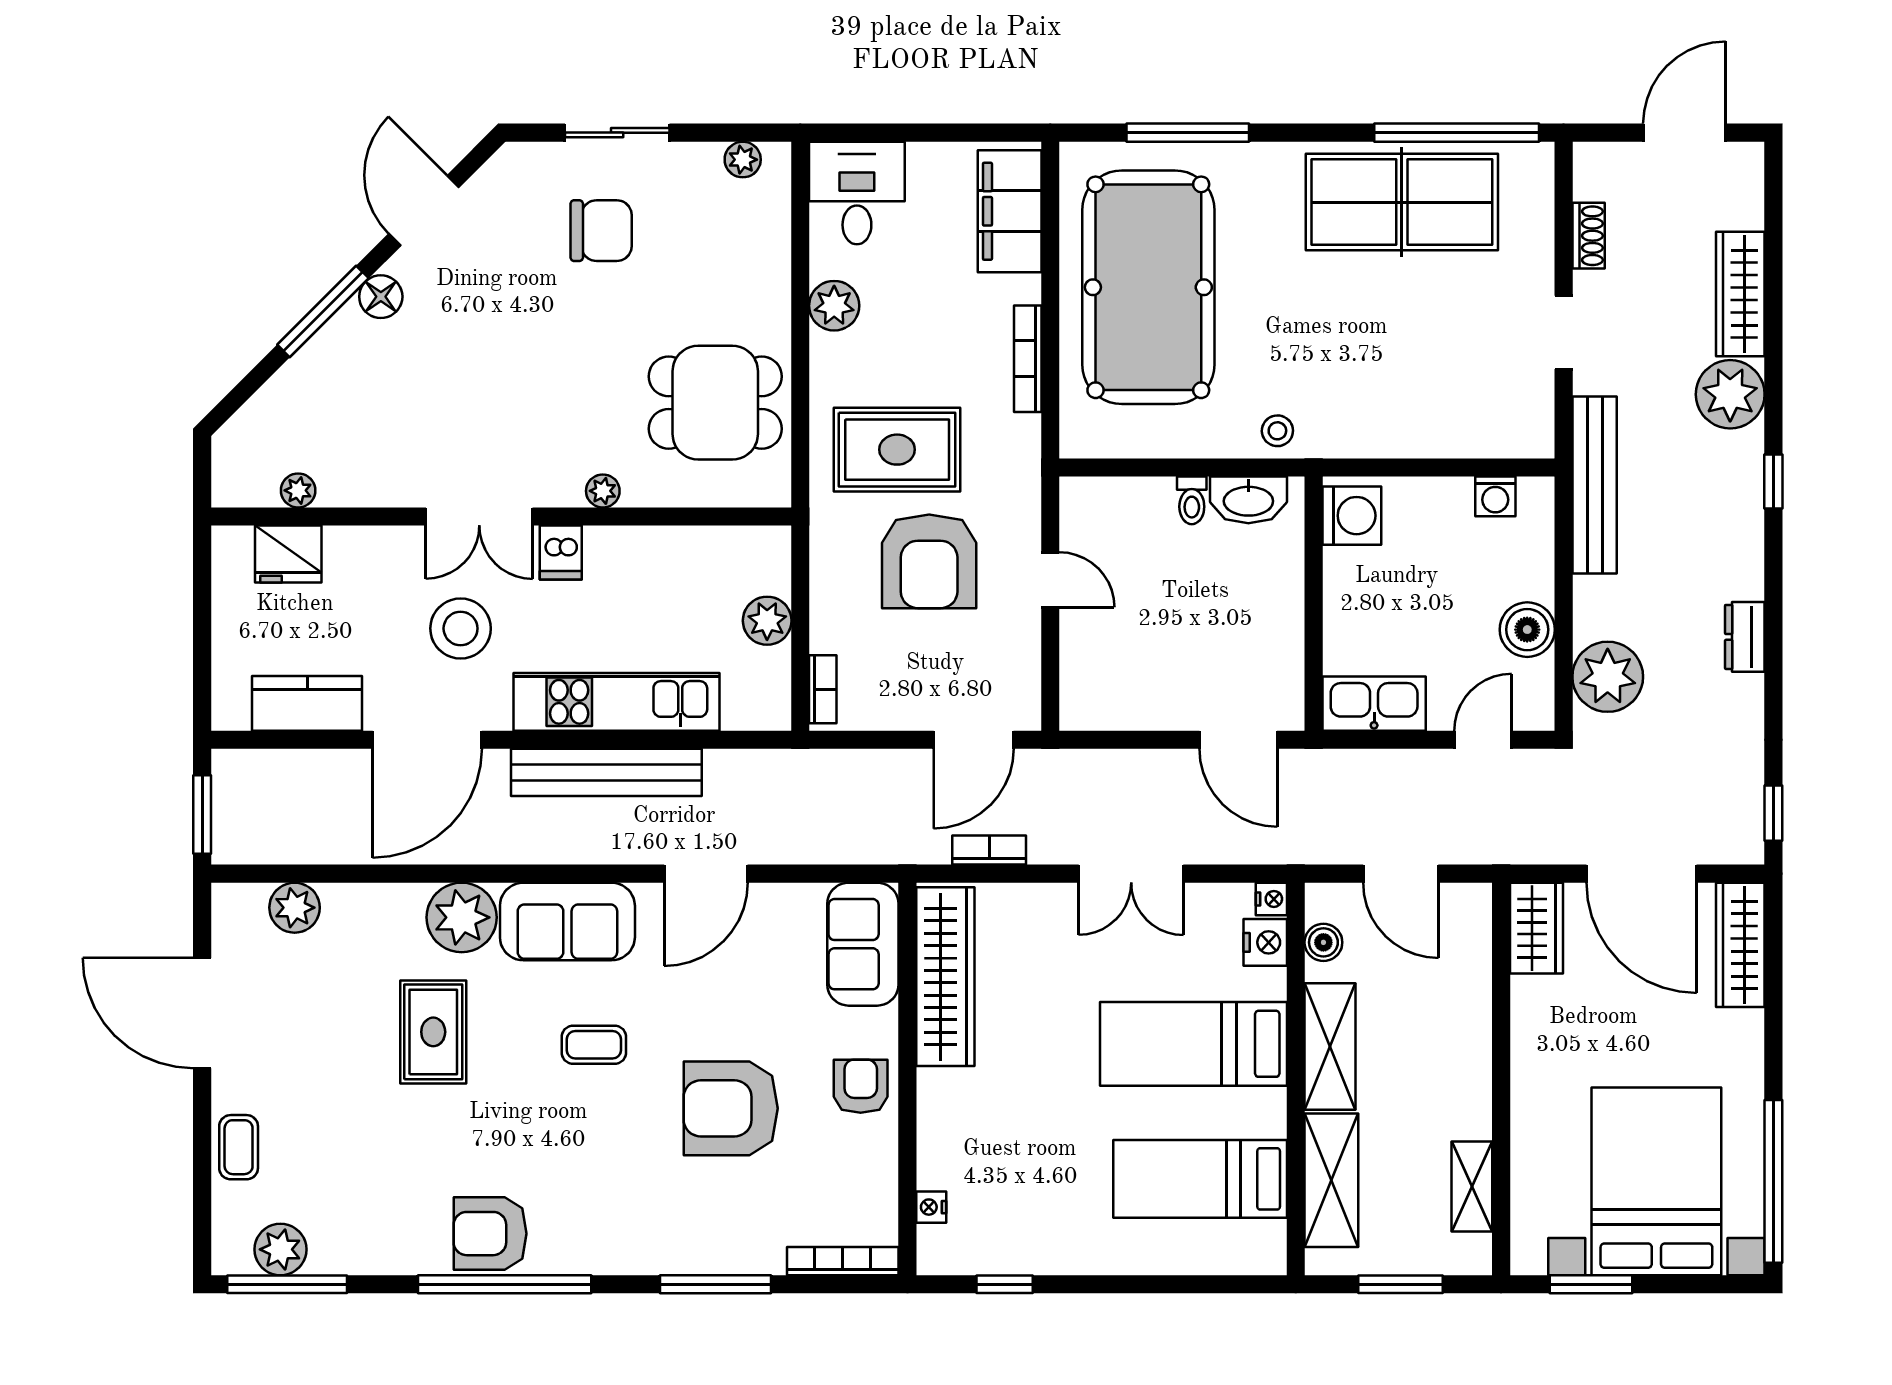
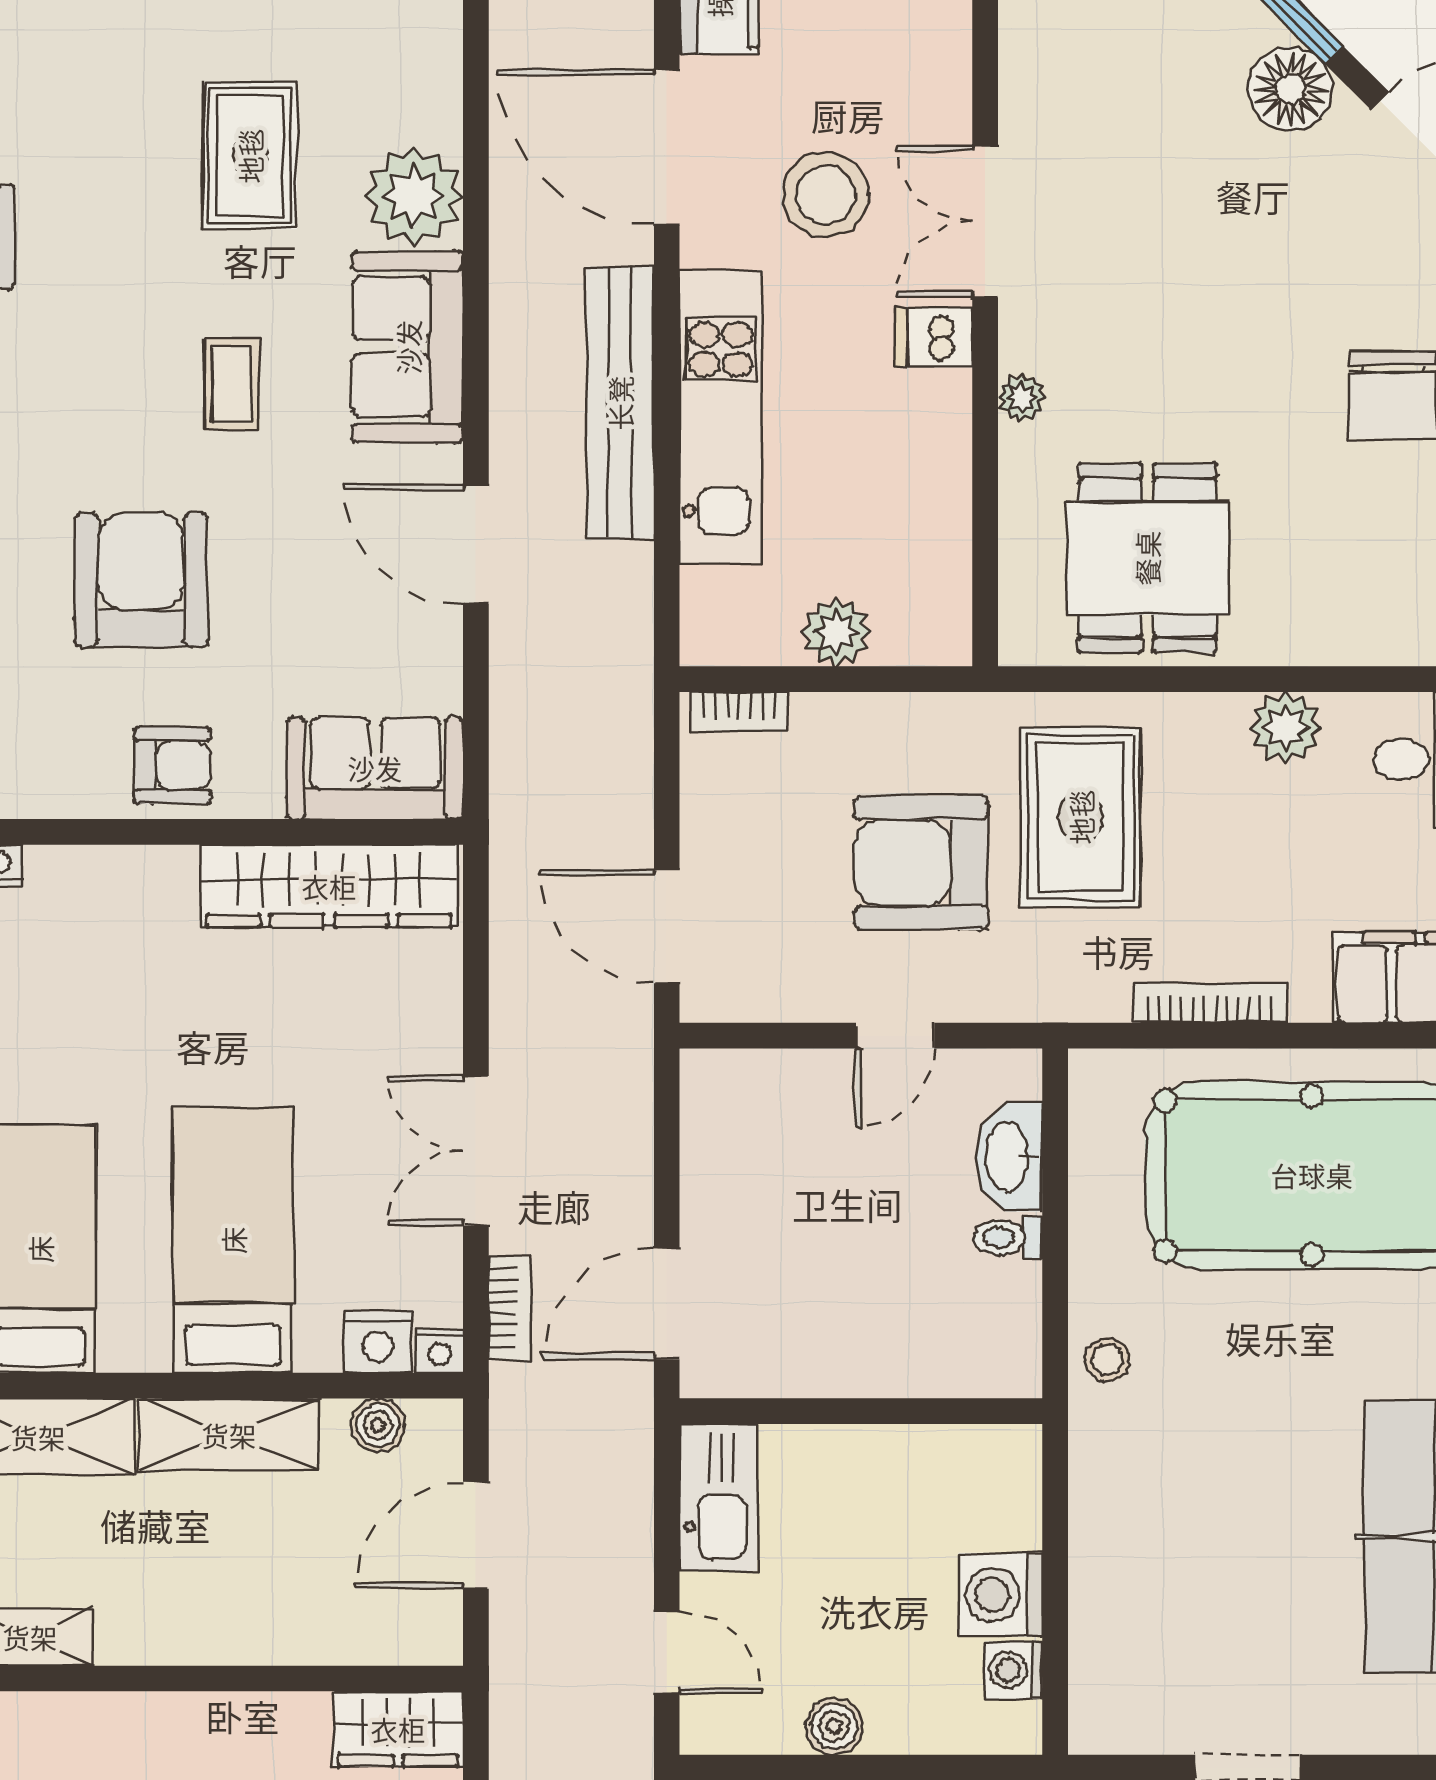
floor lamp: (381, 297) -> (1291, 89), width x1.38, depth x1.38
washbasin: (1248, 500) -> (1009, 1157), moved
washing machine: (1352, 516) -> (1001, 1595), moved, turned 90
boiler: (1527, 630) -> (834, 1726), width x0.73, depth x0.73
bookcase: (989, 850) -> (509, 1308), moved
rug: (433, 1032) -> (250, 156), turned 90

